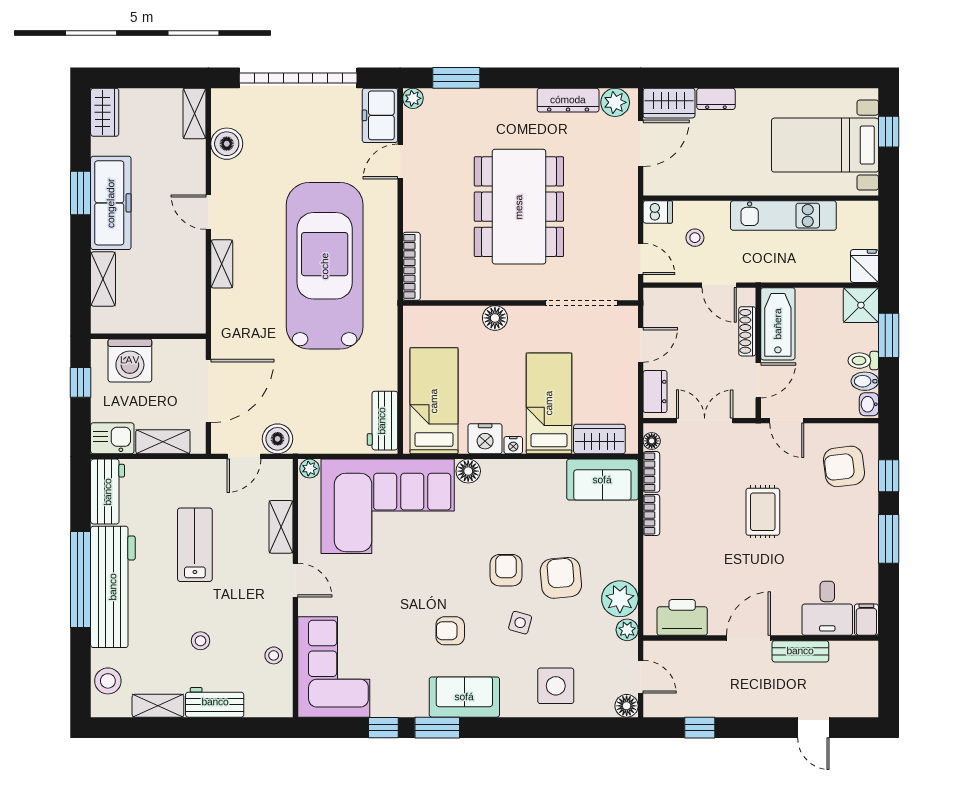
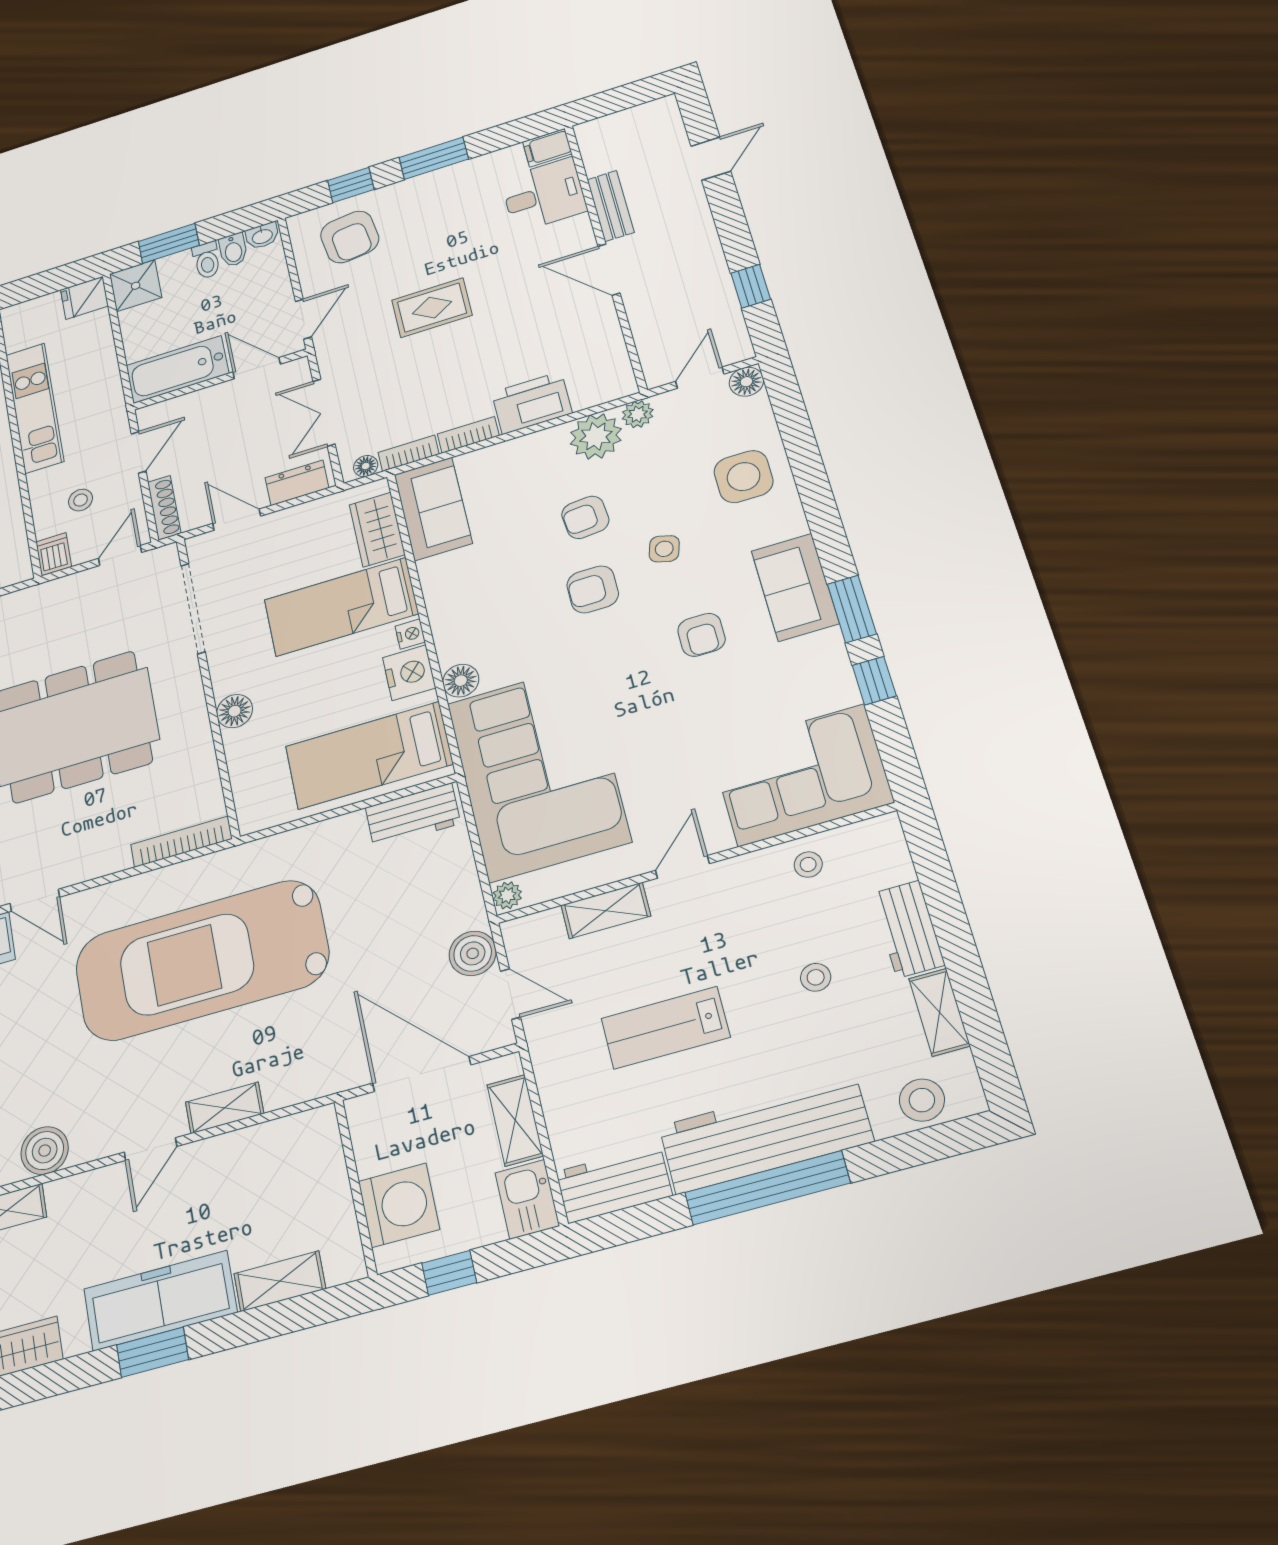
shoe rack: (747, 331) -> (164, 508), moved, turned -90
armchair: (561, 578) -> (585, 517), width x0.72, depth x0.72
printer: (682, 617) -> (532, 403), moved, turned 90

